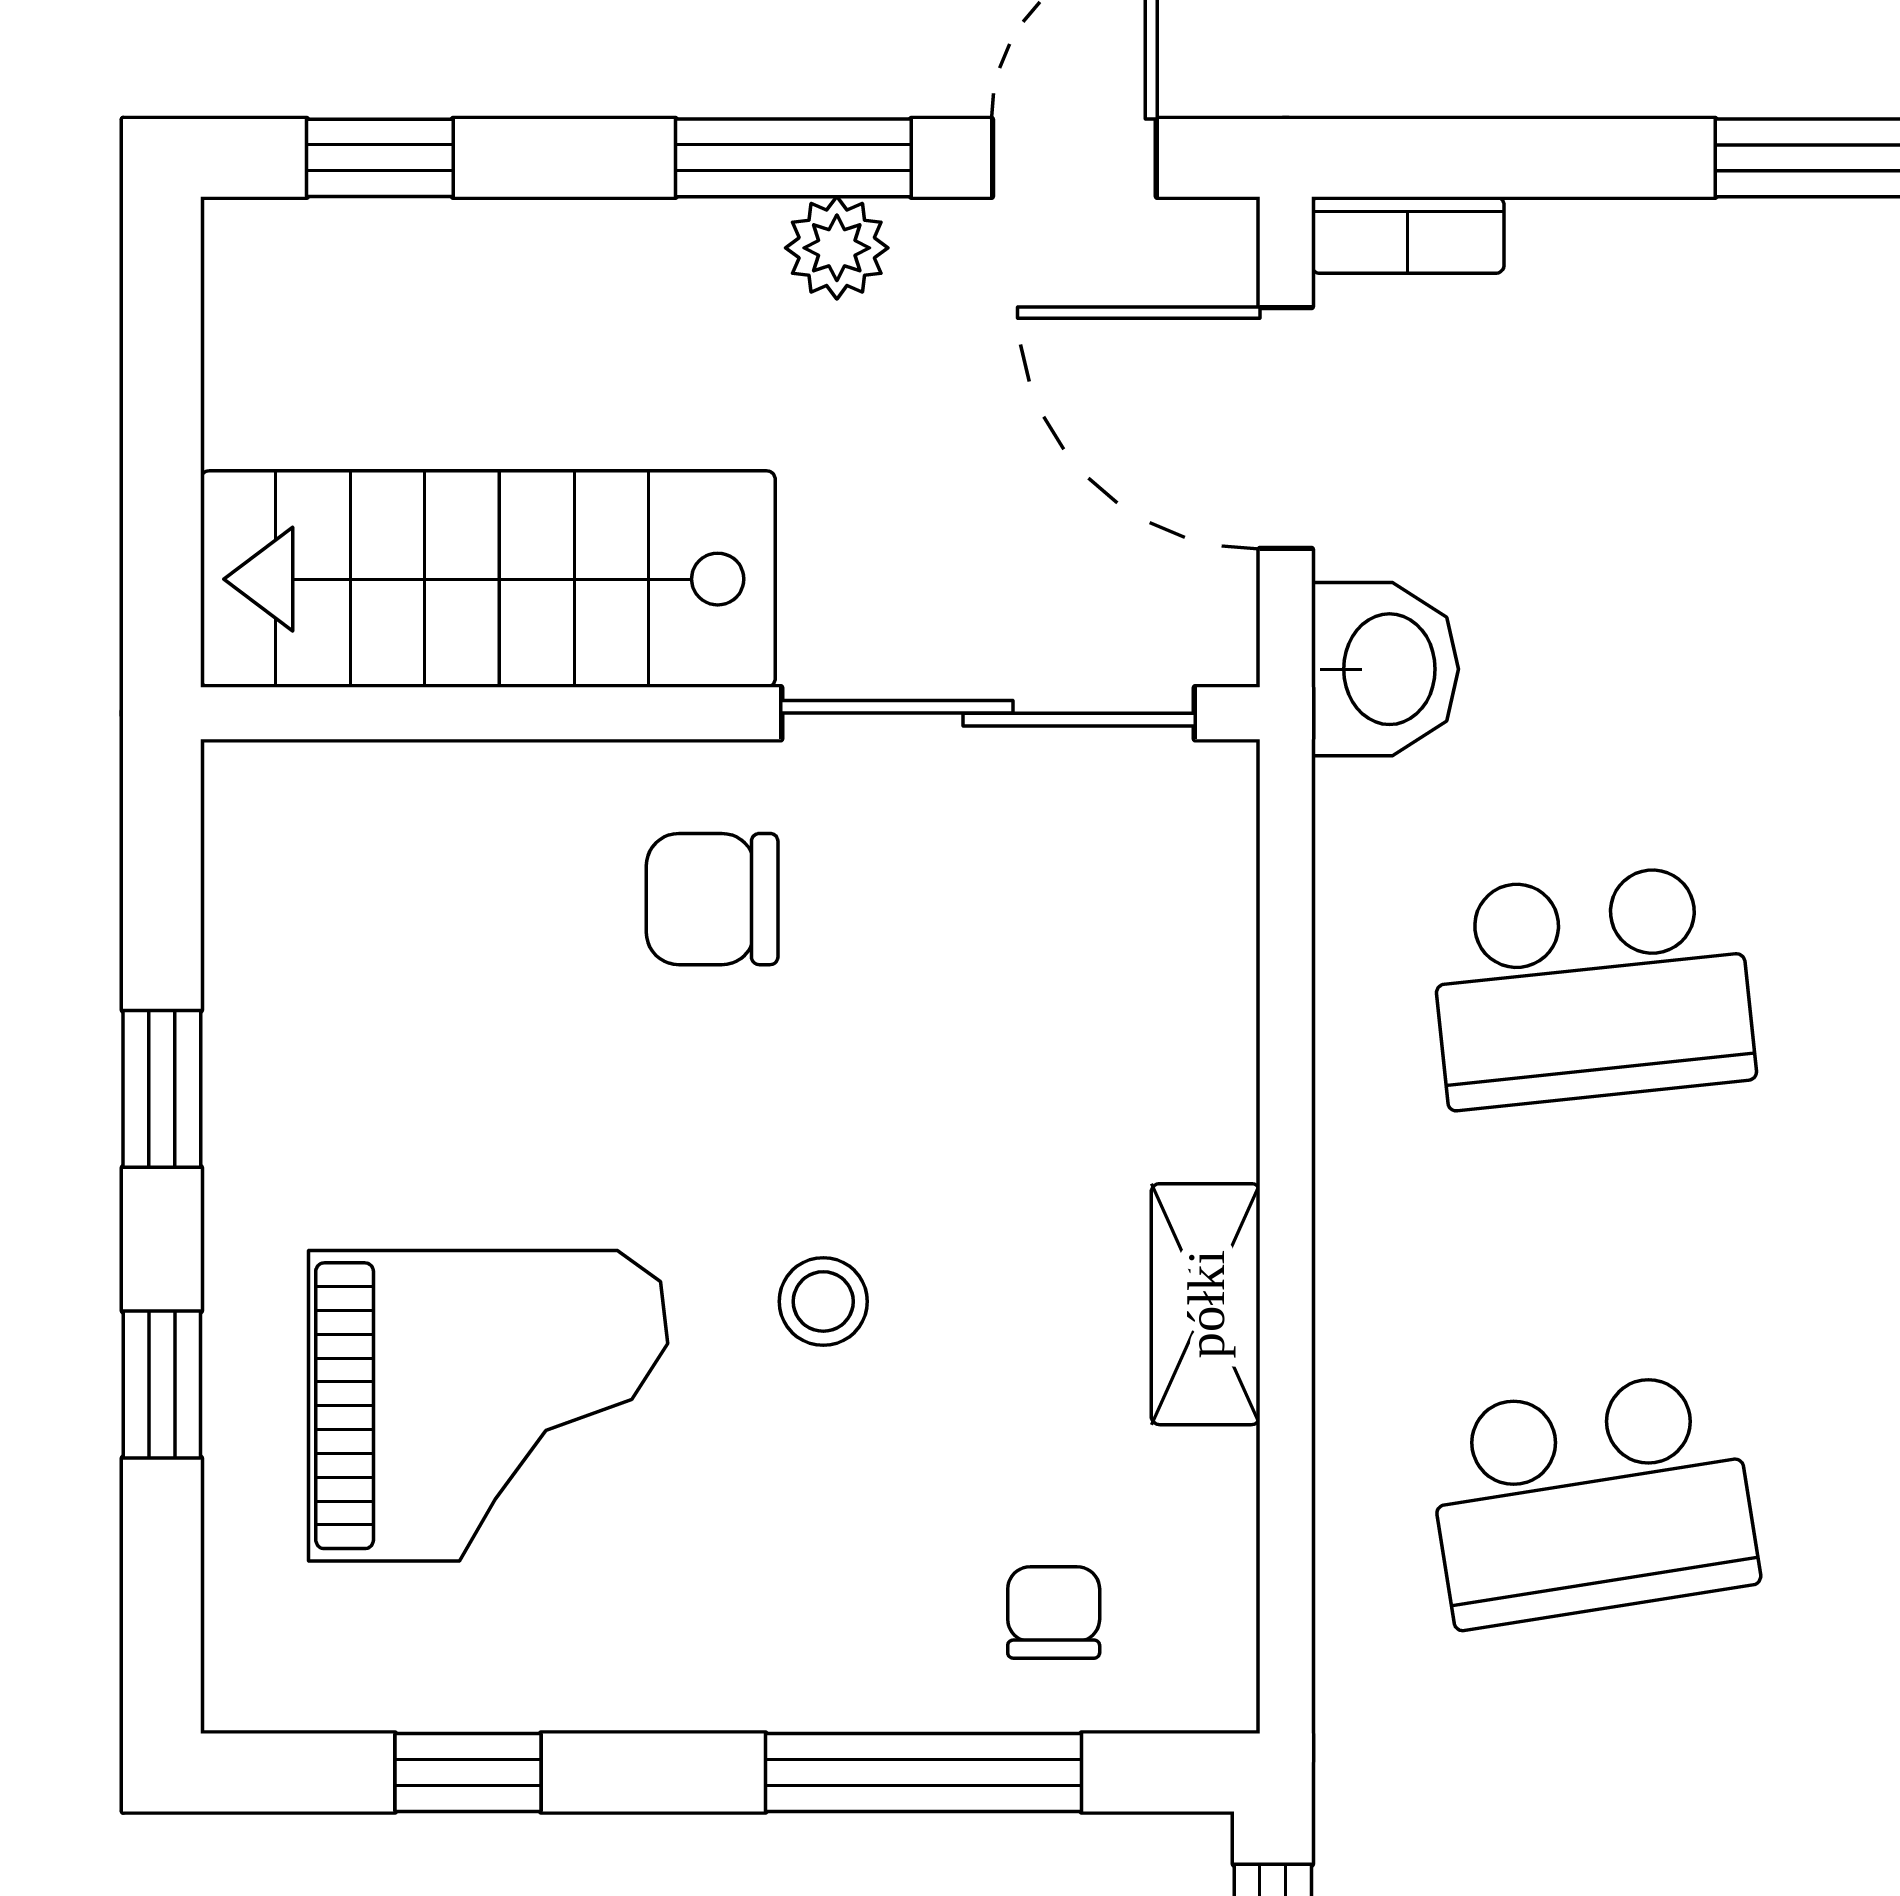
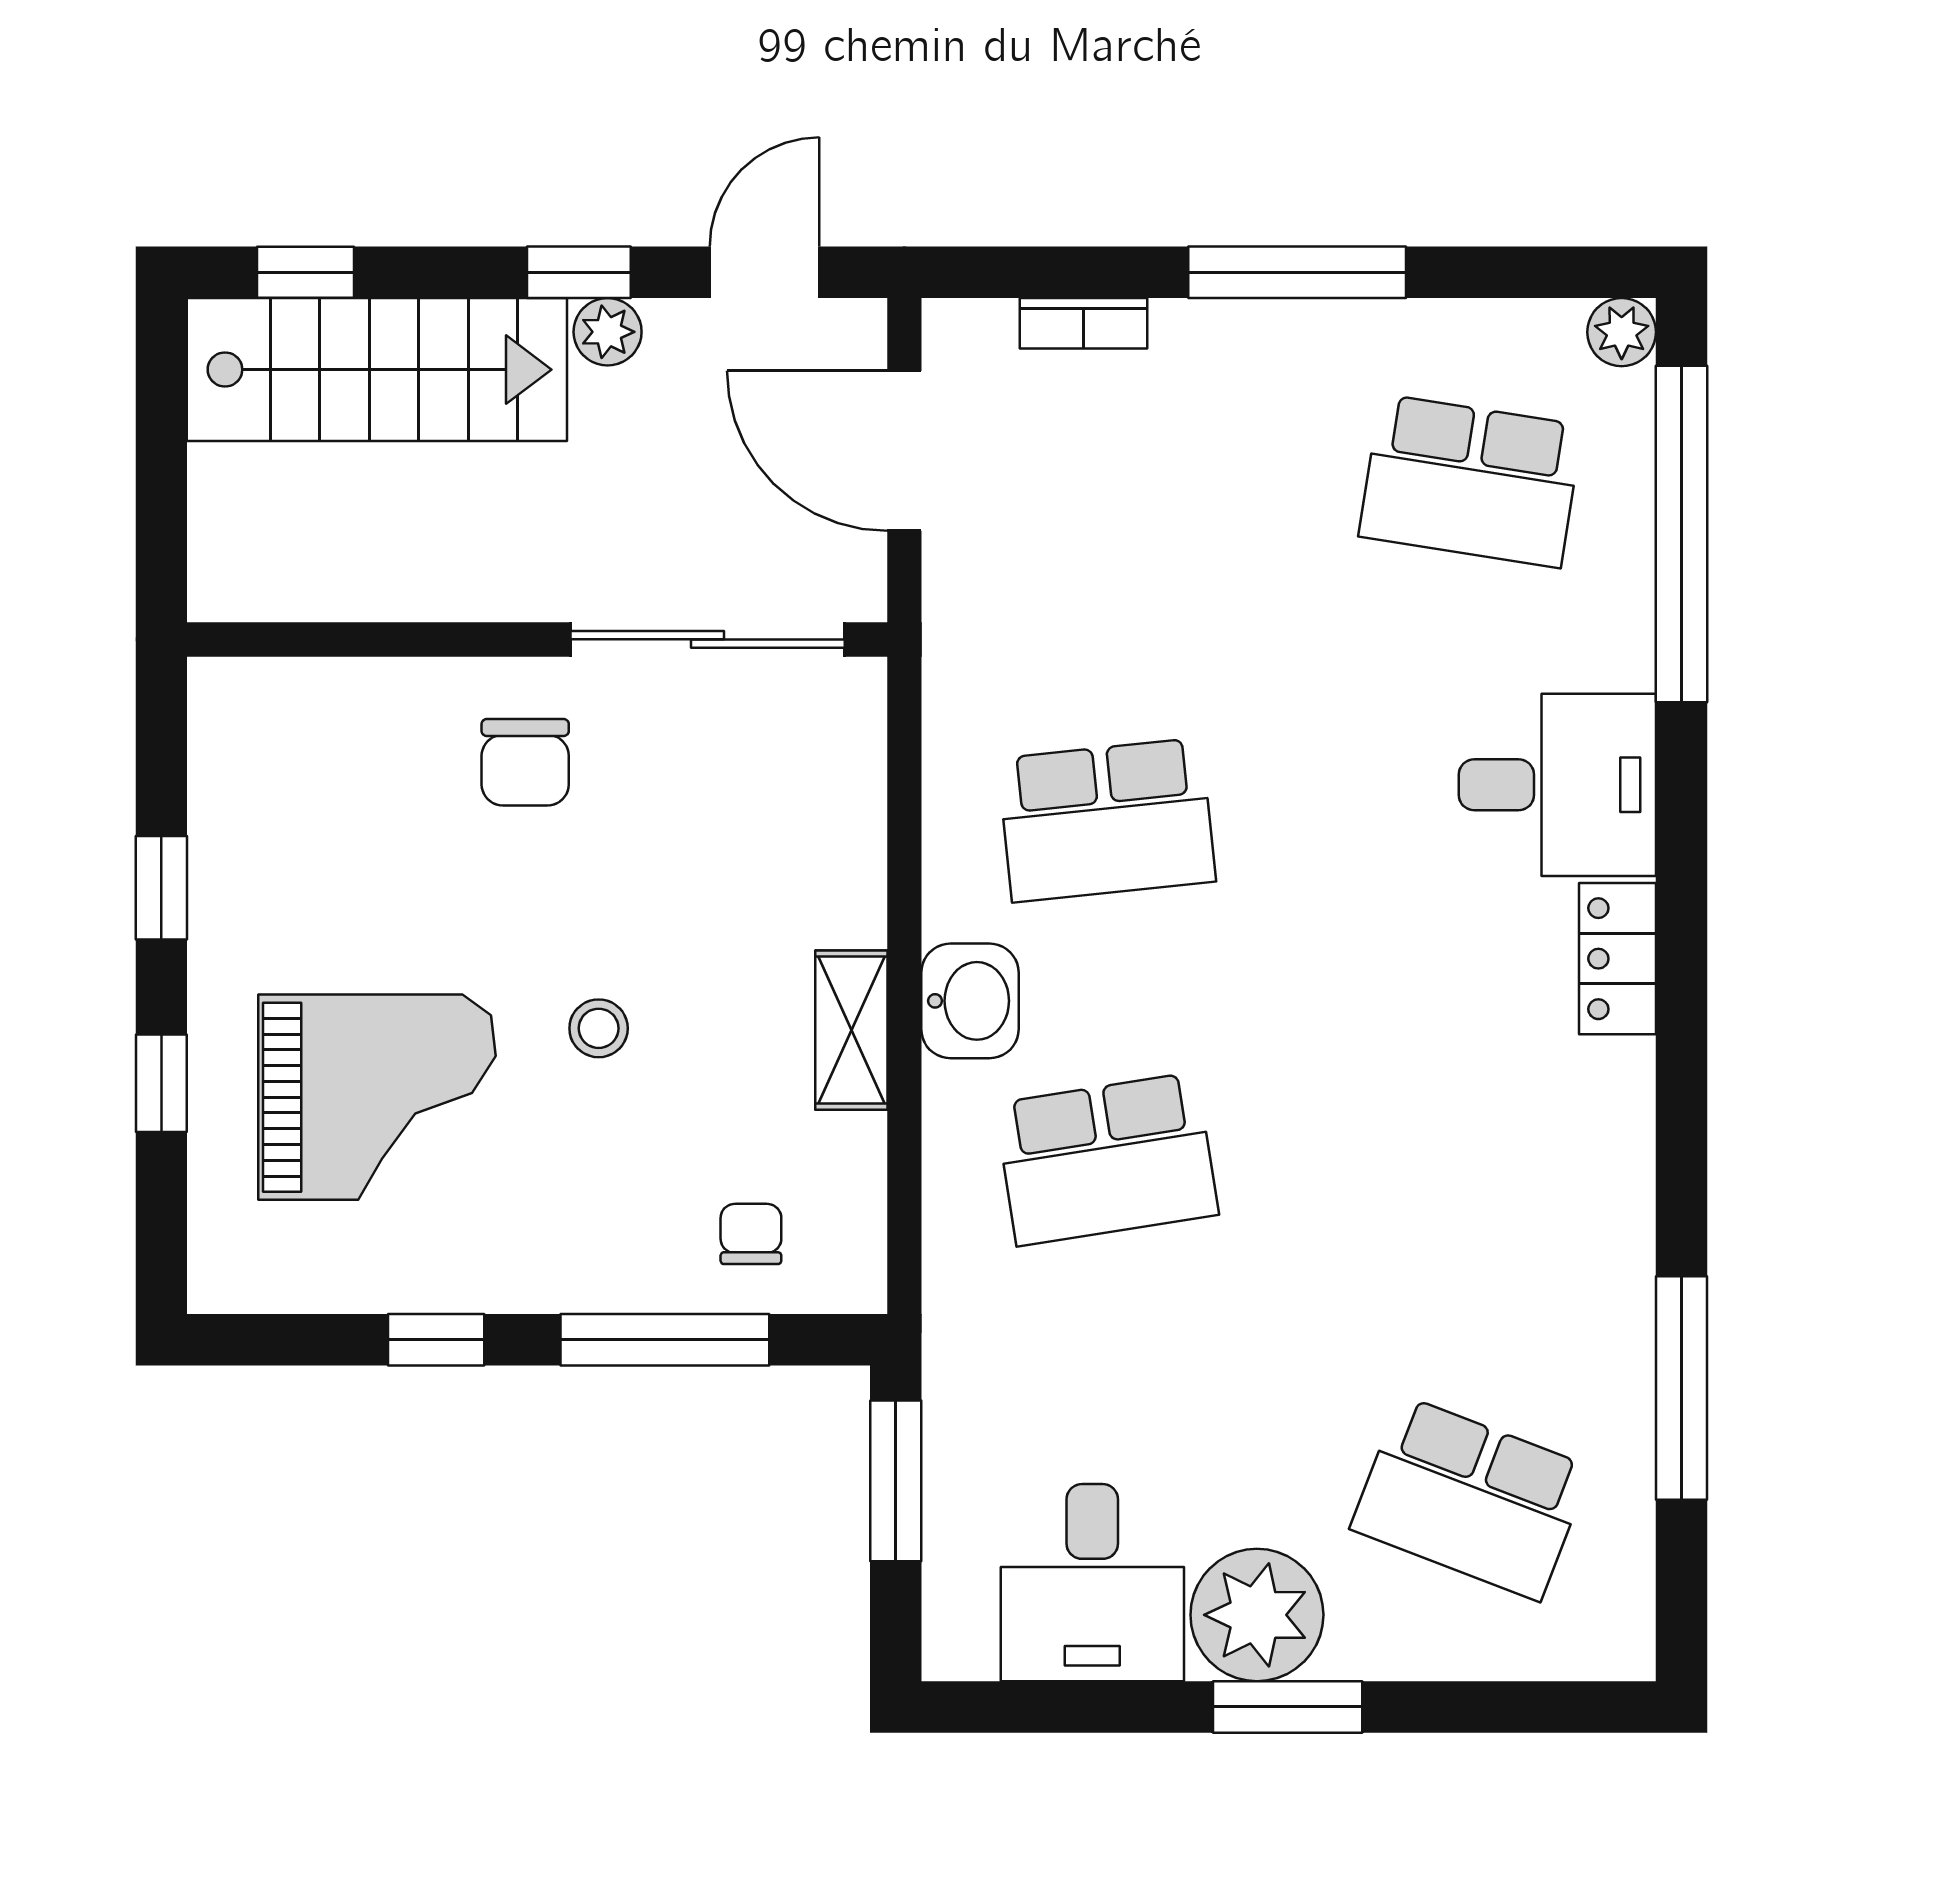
window: (793, 158) -> (579, 272), width x0.67
bookcase: (1408, 235) -> (1084, 323), moved
stairs: (488, 579) -> (377, 370), moved, turned 180
washbasin: (1385, 669) -> (970, 1001), moved
chair: (712, 899) -> (525, 762), turned -90
window: (468, 1772) -> (436, 1340), moved

